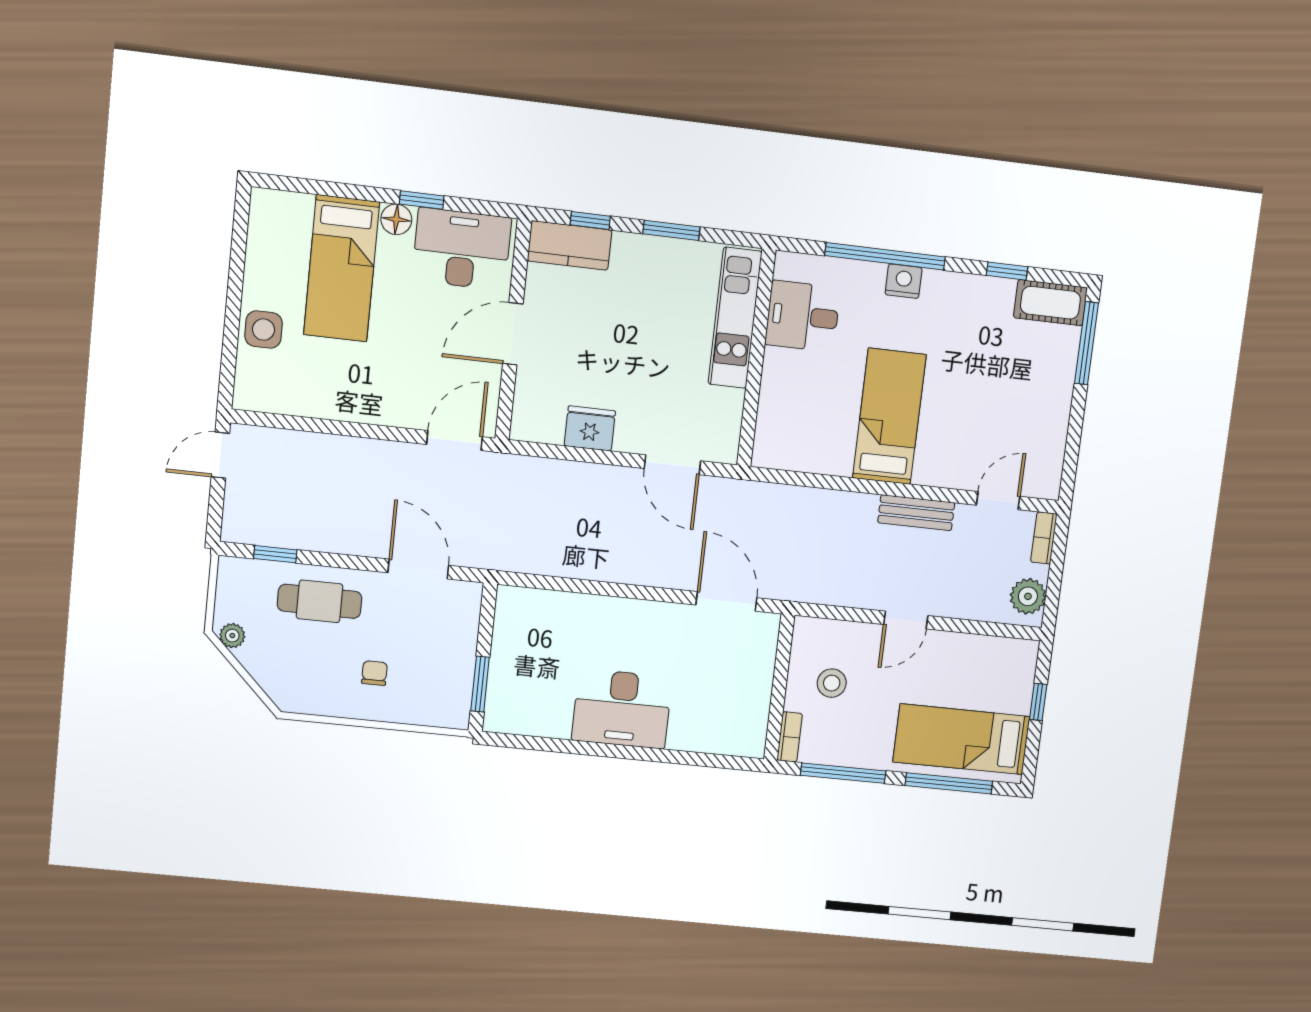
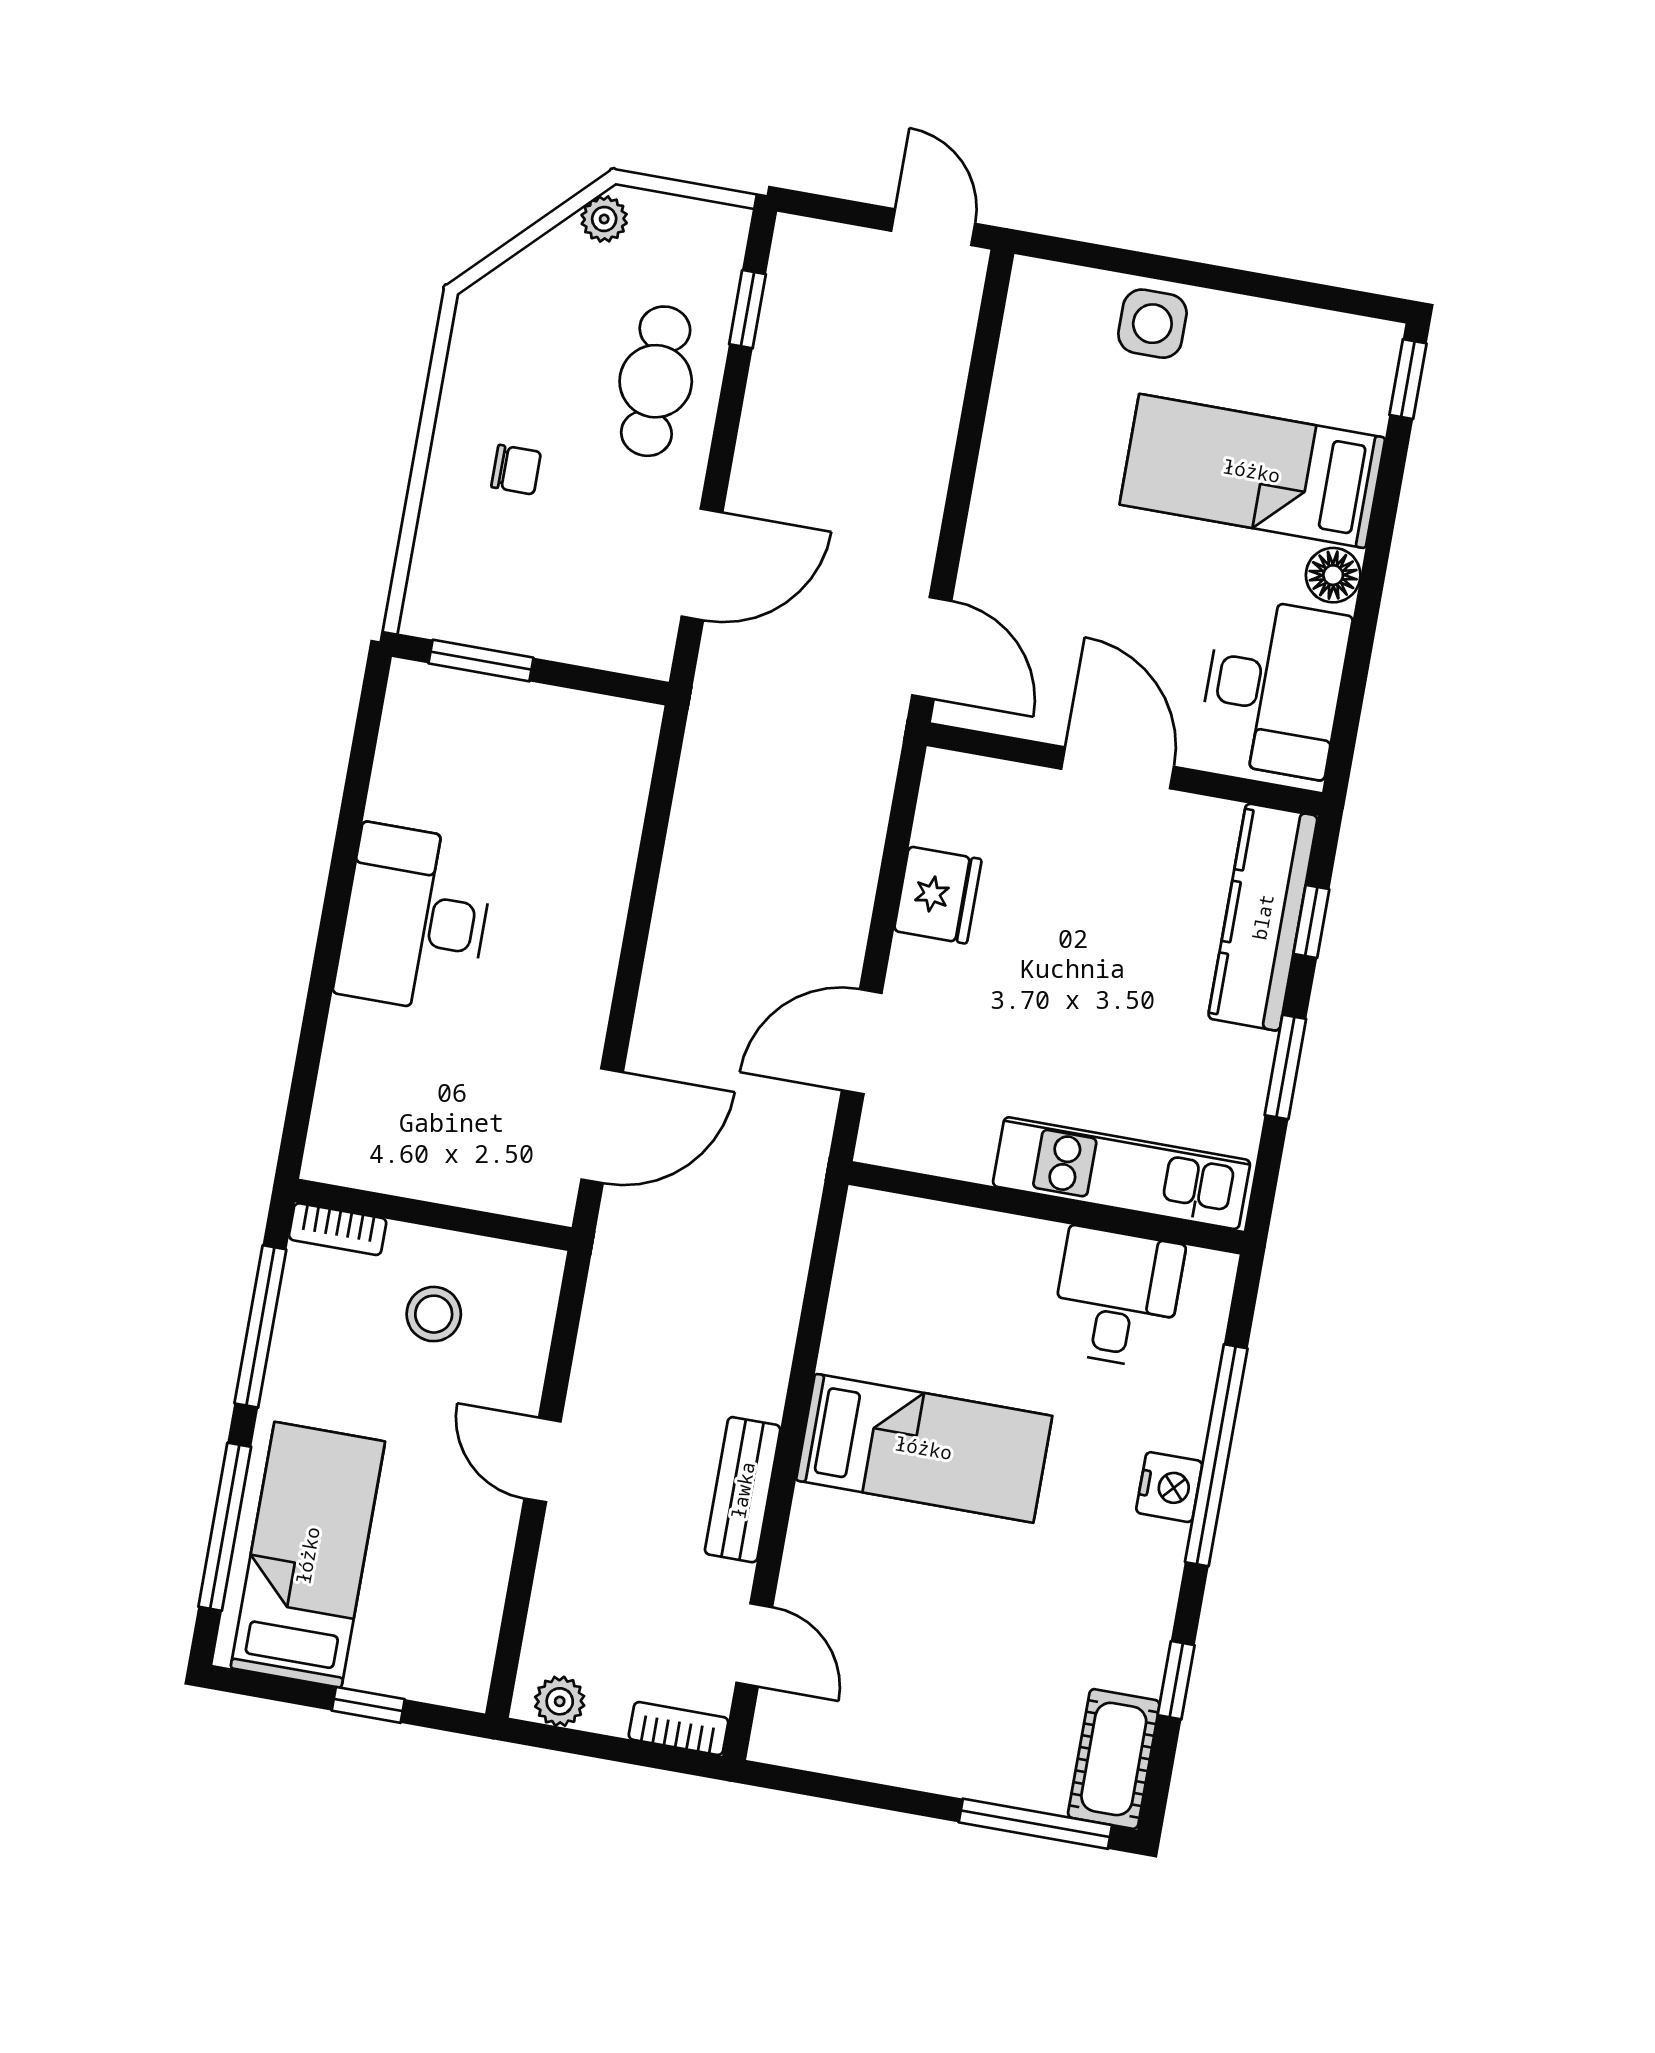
window: (422, 200) -> (1408, 379), moved
kitchen counter: (570, 245) -> (1263, 917), width x1.50
plant: (1028, 596) -> (560, 1701), width x0.73, depth x0.73

